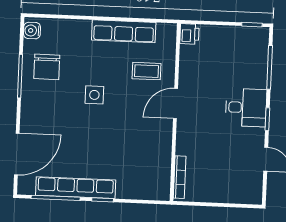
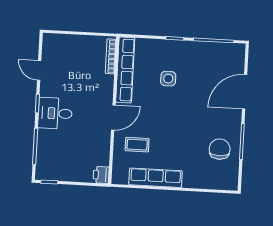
water cooler: (32, 31) -> (232, 179), removed
side table: (94, 95) -> (168, 79), moved
door: (17, 154) -> (245, 92), moved
row of seats: (76, 188) -> (125, 70), moved, turned -90

